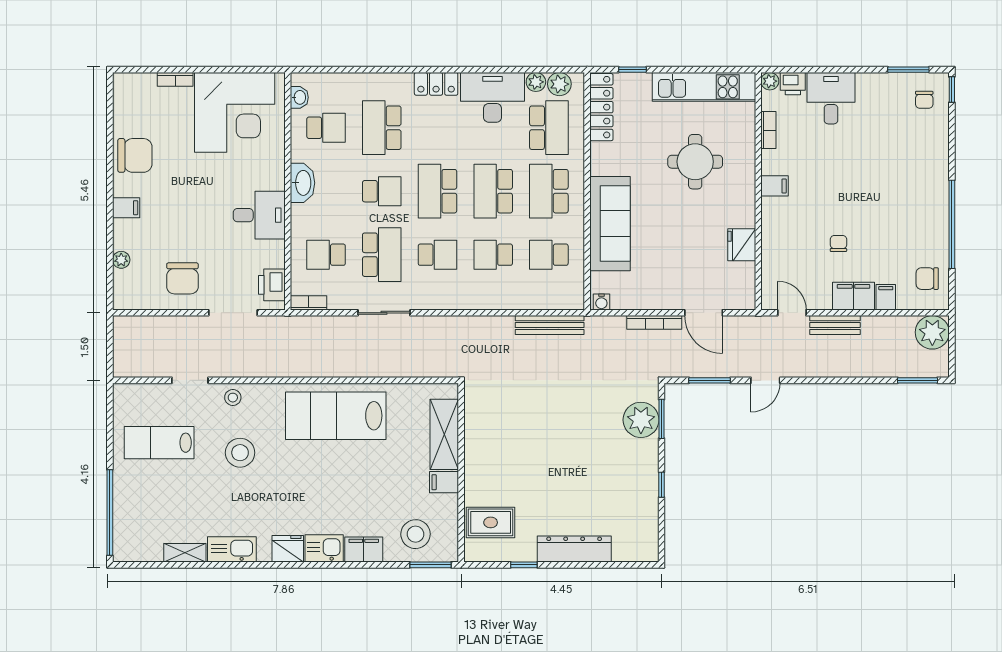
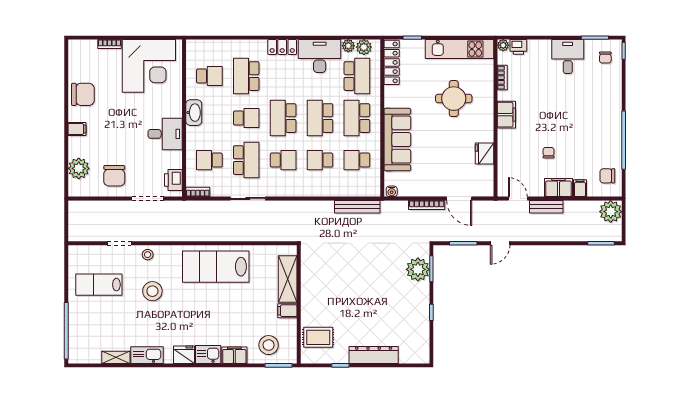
washbasin: (299, 97) -> (192, 56), removed
desk: (831, 98) -> (568, 56), moved
filing cabinet: (775, 186) -> (506, 115), width x2.00
plant: (121, 260) -> (79, 168), width x1.88, depth x1.88

